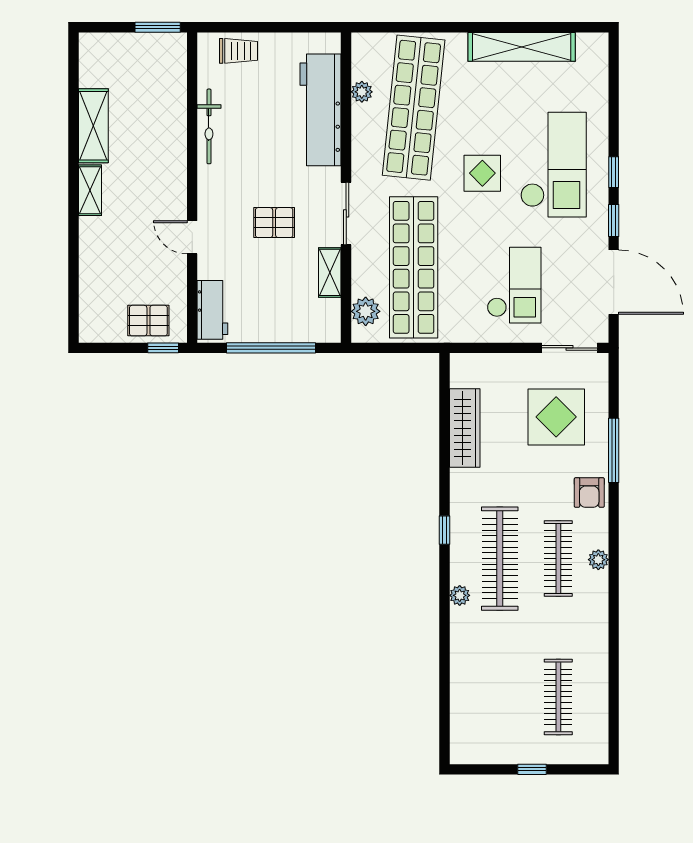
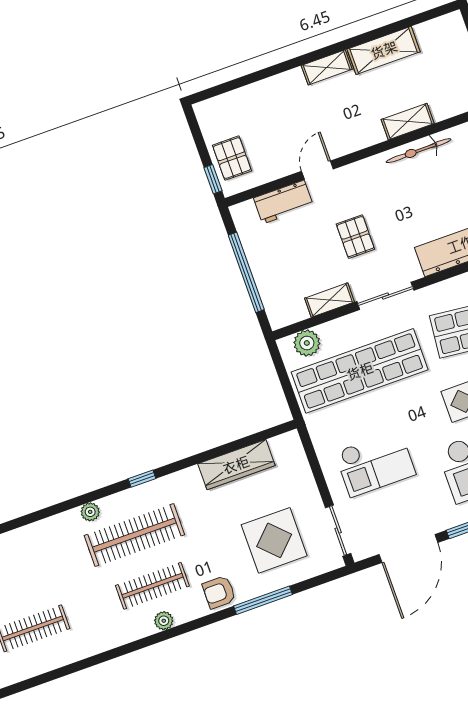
shelving: (175, 127) -> (408, 122), added
workbench: (212, 310) -> (283, 202), moved

